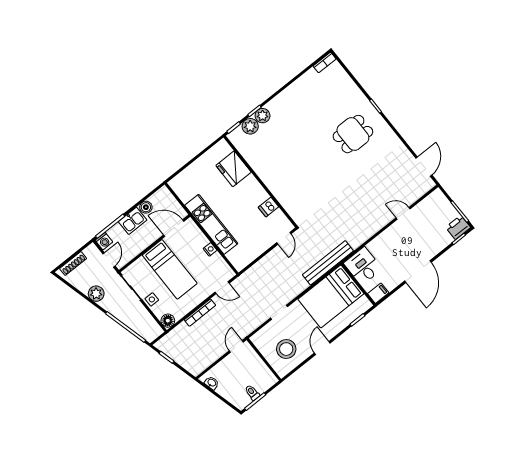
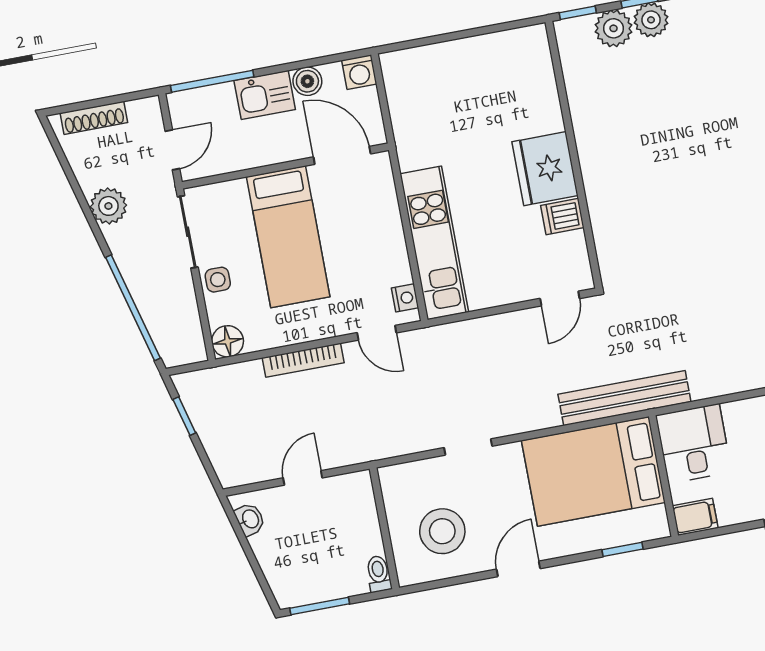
fridge: (233, 169) -> (545, 169), moved
kitchen unit: (211, 224) -> (434, 243), moved
washing machine: (104, 241) -> (359, 72), moved
nightstand: (210, 249) -> (405, 298), moved
door: (236, 346) -> (303, 478), moved
toilet: (252, 393) -> (379, 574), moved

